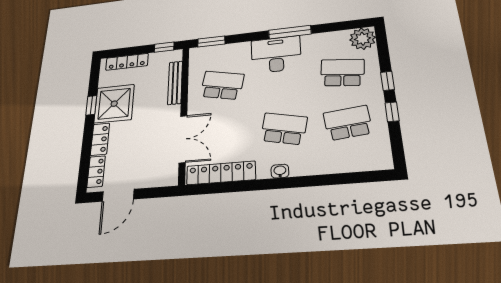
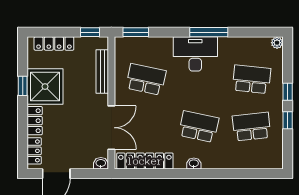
plant: (363, 39) -> (277, 43), width x0.53, depth x0.53
washbasin: (169, 180) -> (101, 163), added

